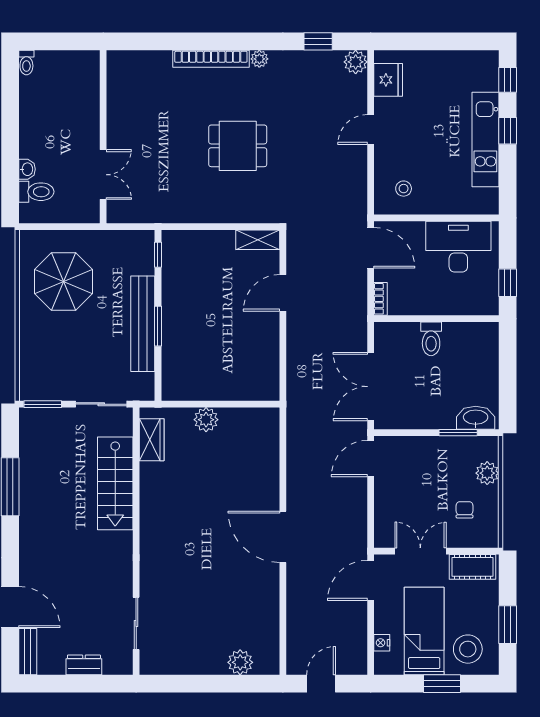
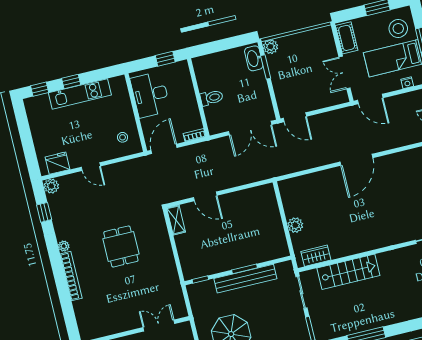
plant: (487, 473) -> (270, 47), moved
chair: (465, 510) -> (312, 51), removed

